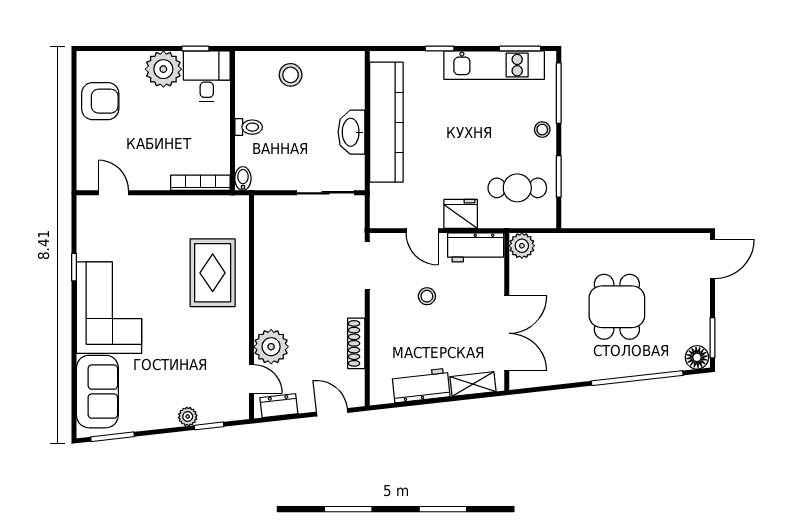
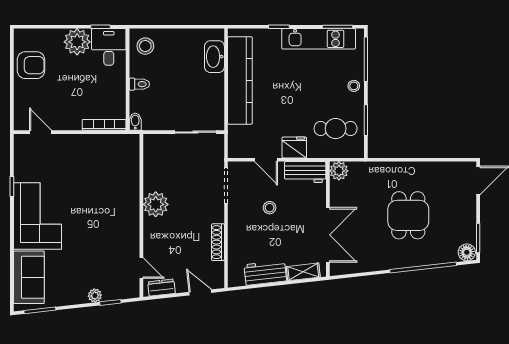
stool: (291, 75) -> (145, 46), moved
washbasin: (351, 132) -> (214, 57), moved
rug: (213, 273) -> (113, 191), removed
plant: (271, 347) -> (156, 204), moved

